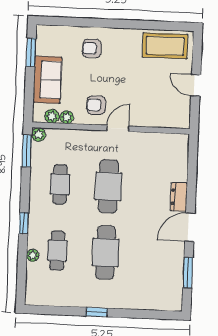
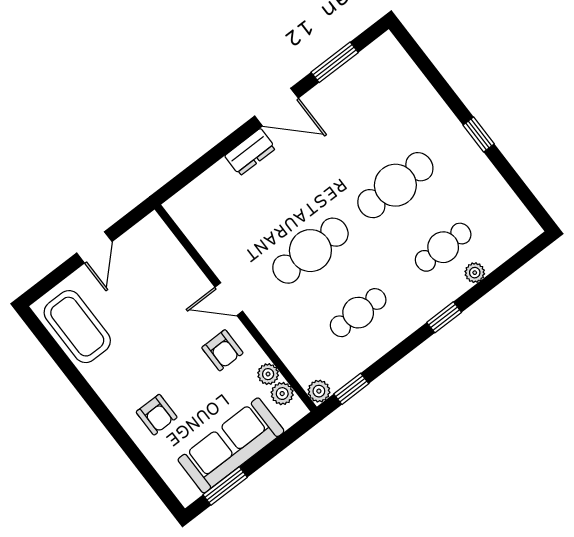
sofa: (47, 80) -> (231, 445), width x1.36
window: (27, 151) -> (351, 389), width x0.67

